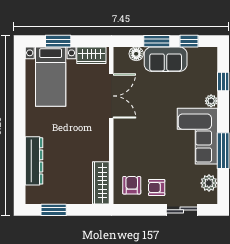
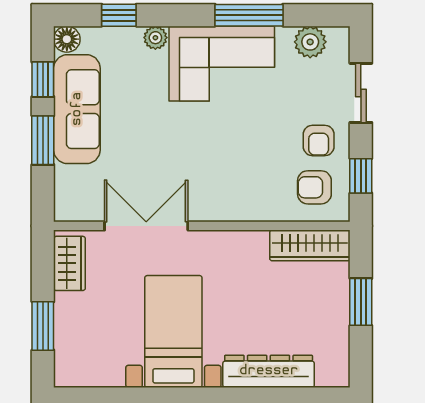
floor lamp: (136, 54) -> (67, 39), moved
sofa: (166, 59) -> (77, 109), width x1.36
bed with nightstands: (51, 77) -> (173, 331), moved, turned -90
window: (54, 210) -> (361, 302), moved
window: (138, 210) -> (361, 176), added

